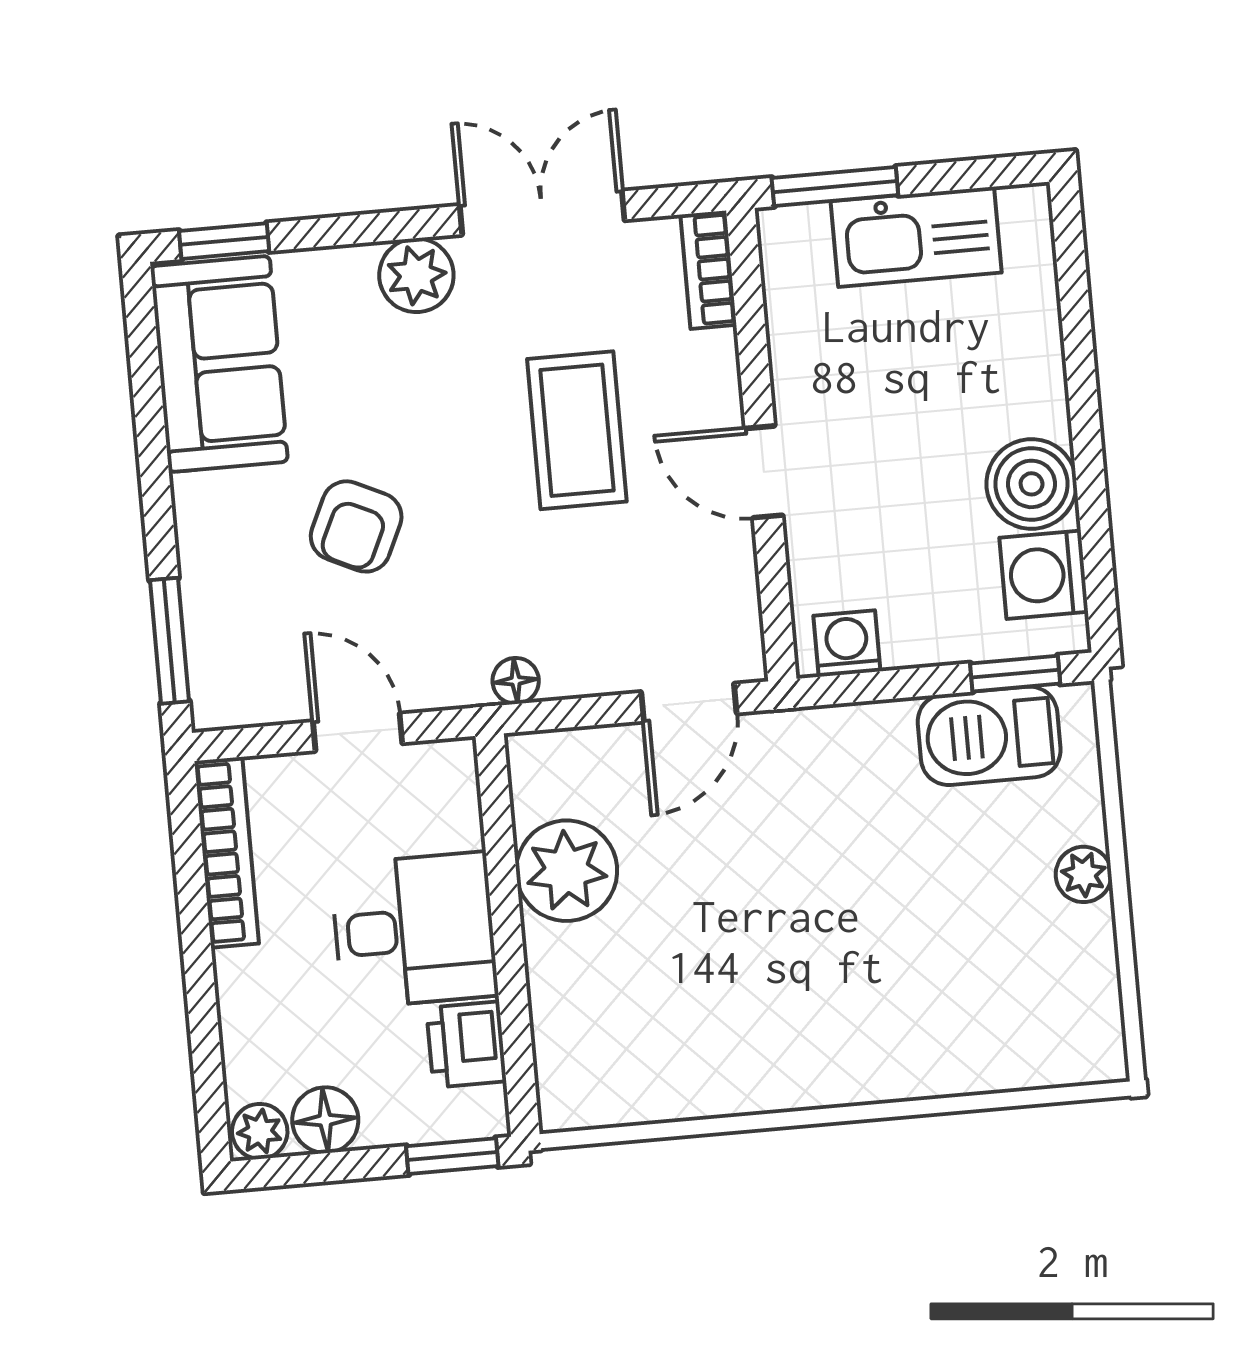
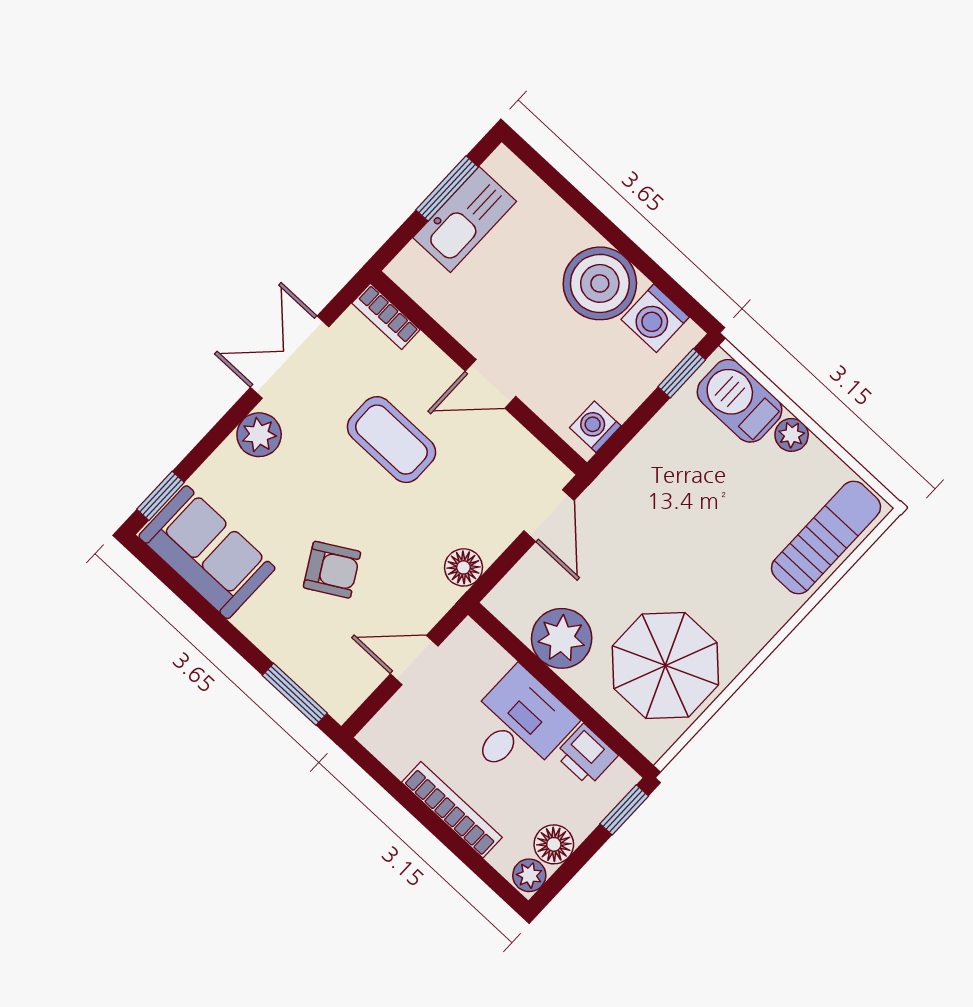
window: (835, 187) -> (447, 188), moved
boiler: (1032, 484) -> (600, 283), width x1.37, depth x1.37
armchair: (356, 526) -> (332, 570), turned -55
floor lamp: (516, 681) -> (464, 567), width x1.37, depth x1.37
barbecue: (989, 736) -> (740, 401), moved, turned 90
bookcase: (227, 852) -> (452, 810), moved
parasol: (666, 1021) -> (665, 665), added
sun lounger: (1011, 1042) -> (826, 538), added

